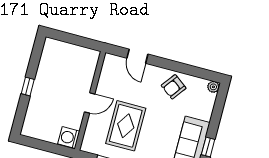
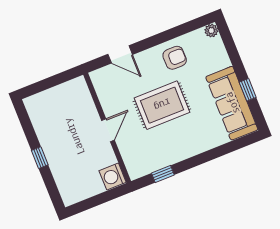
armchair: (174, 87) -> (175, 58), turned -127
rug: (126, 126) -> (162, 105), moved, turned 90

